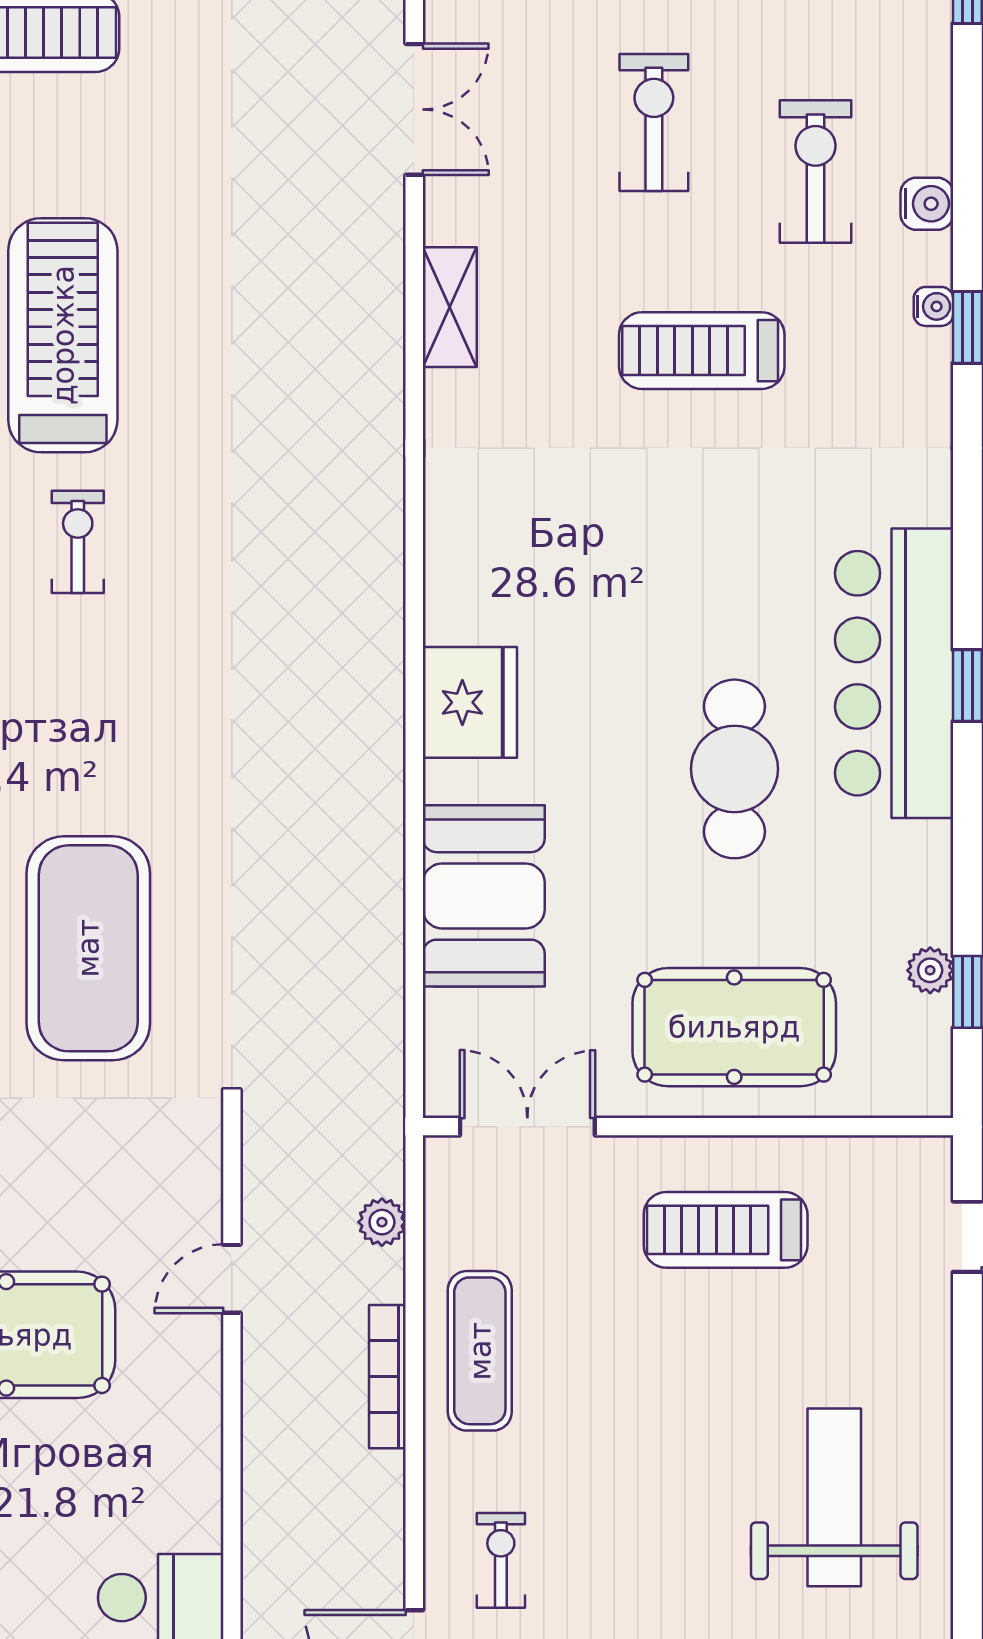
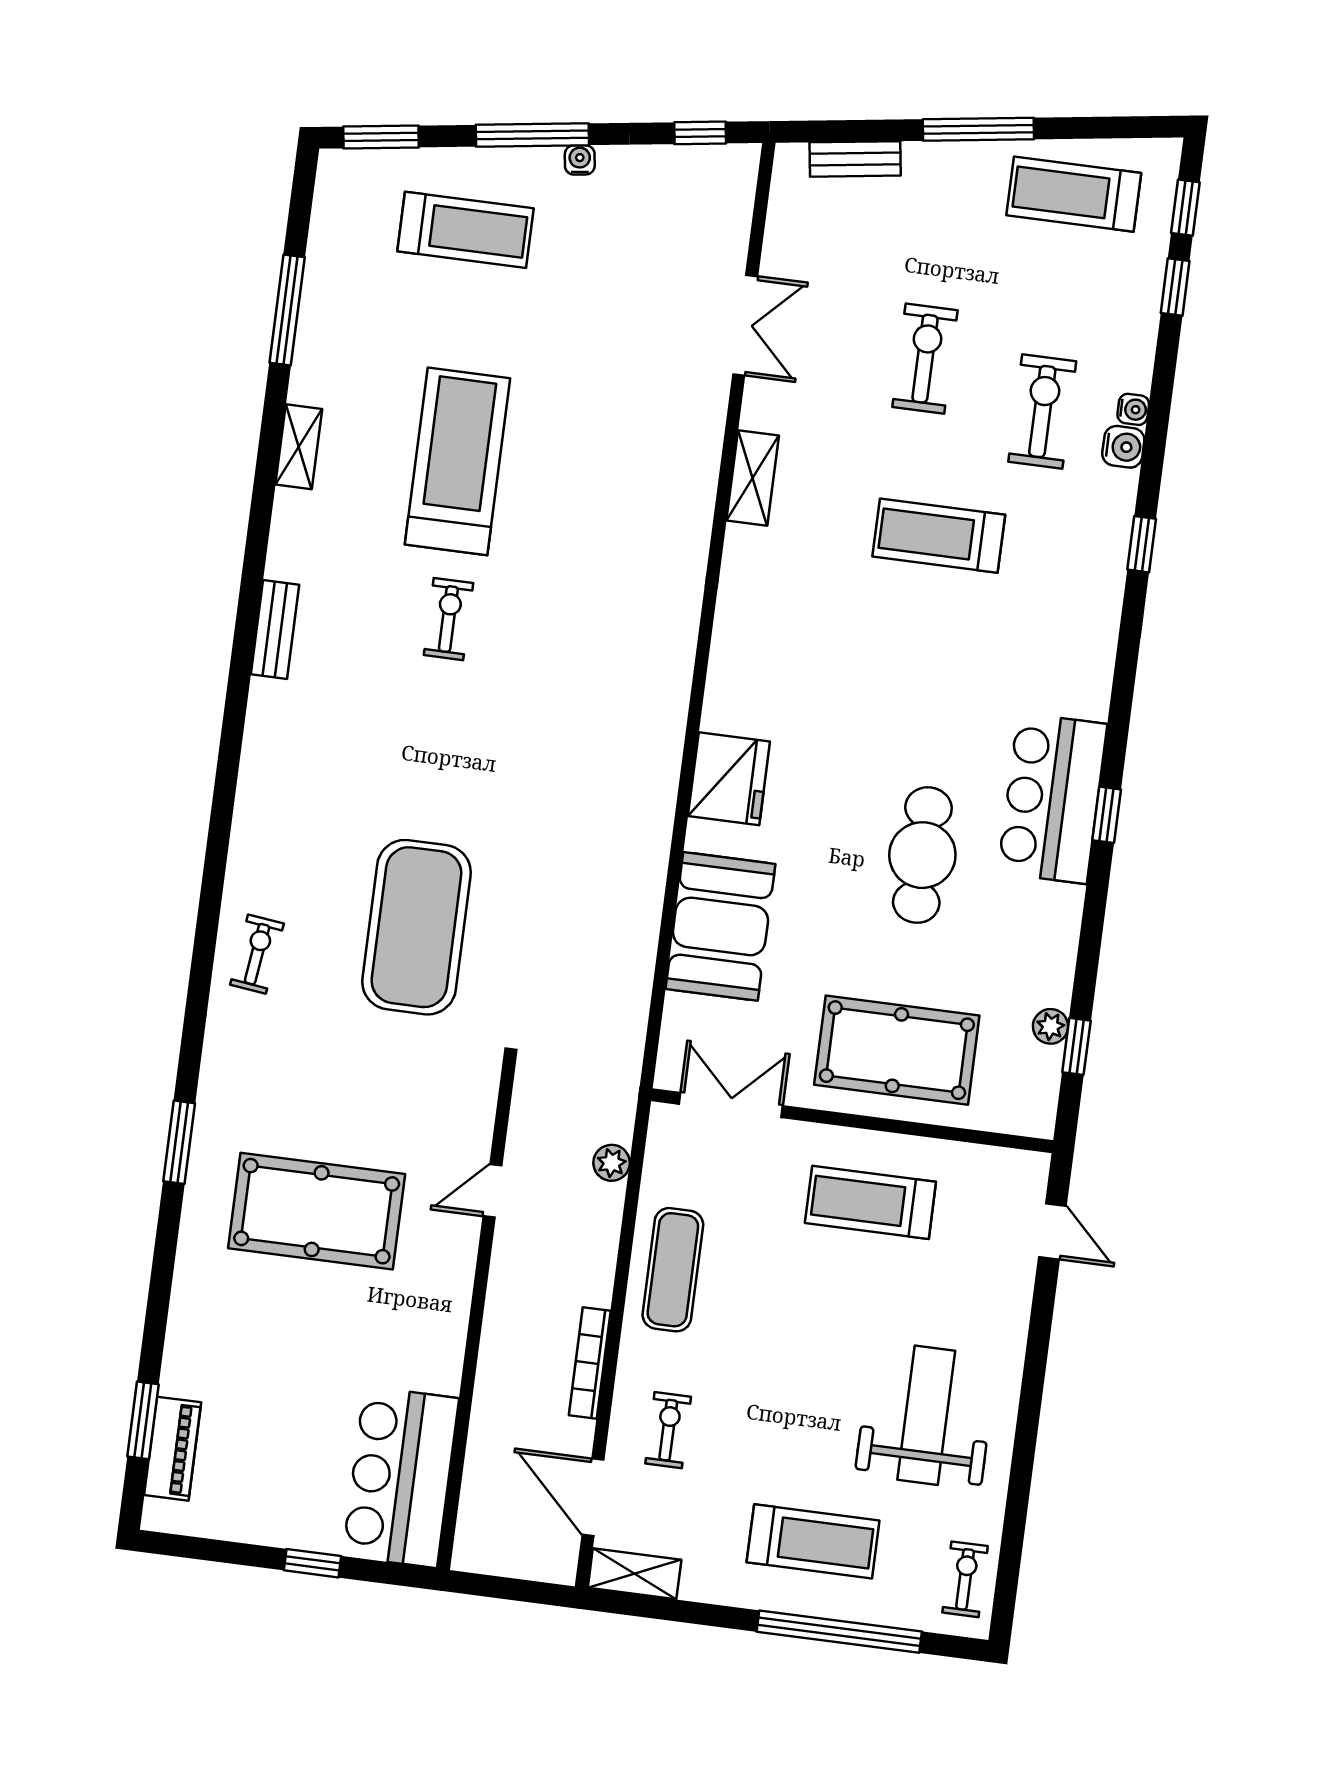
water cooler: (933, 306) -> (1133, 409), moved
bar counter: (894, 673) -> (1052, 798), width x0.73
bookcase: (387, 1377) -> (590, 1363), moved

